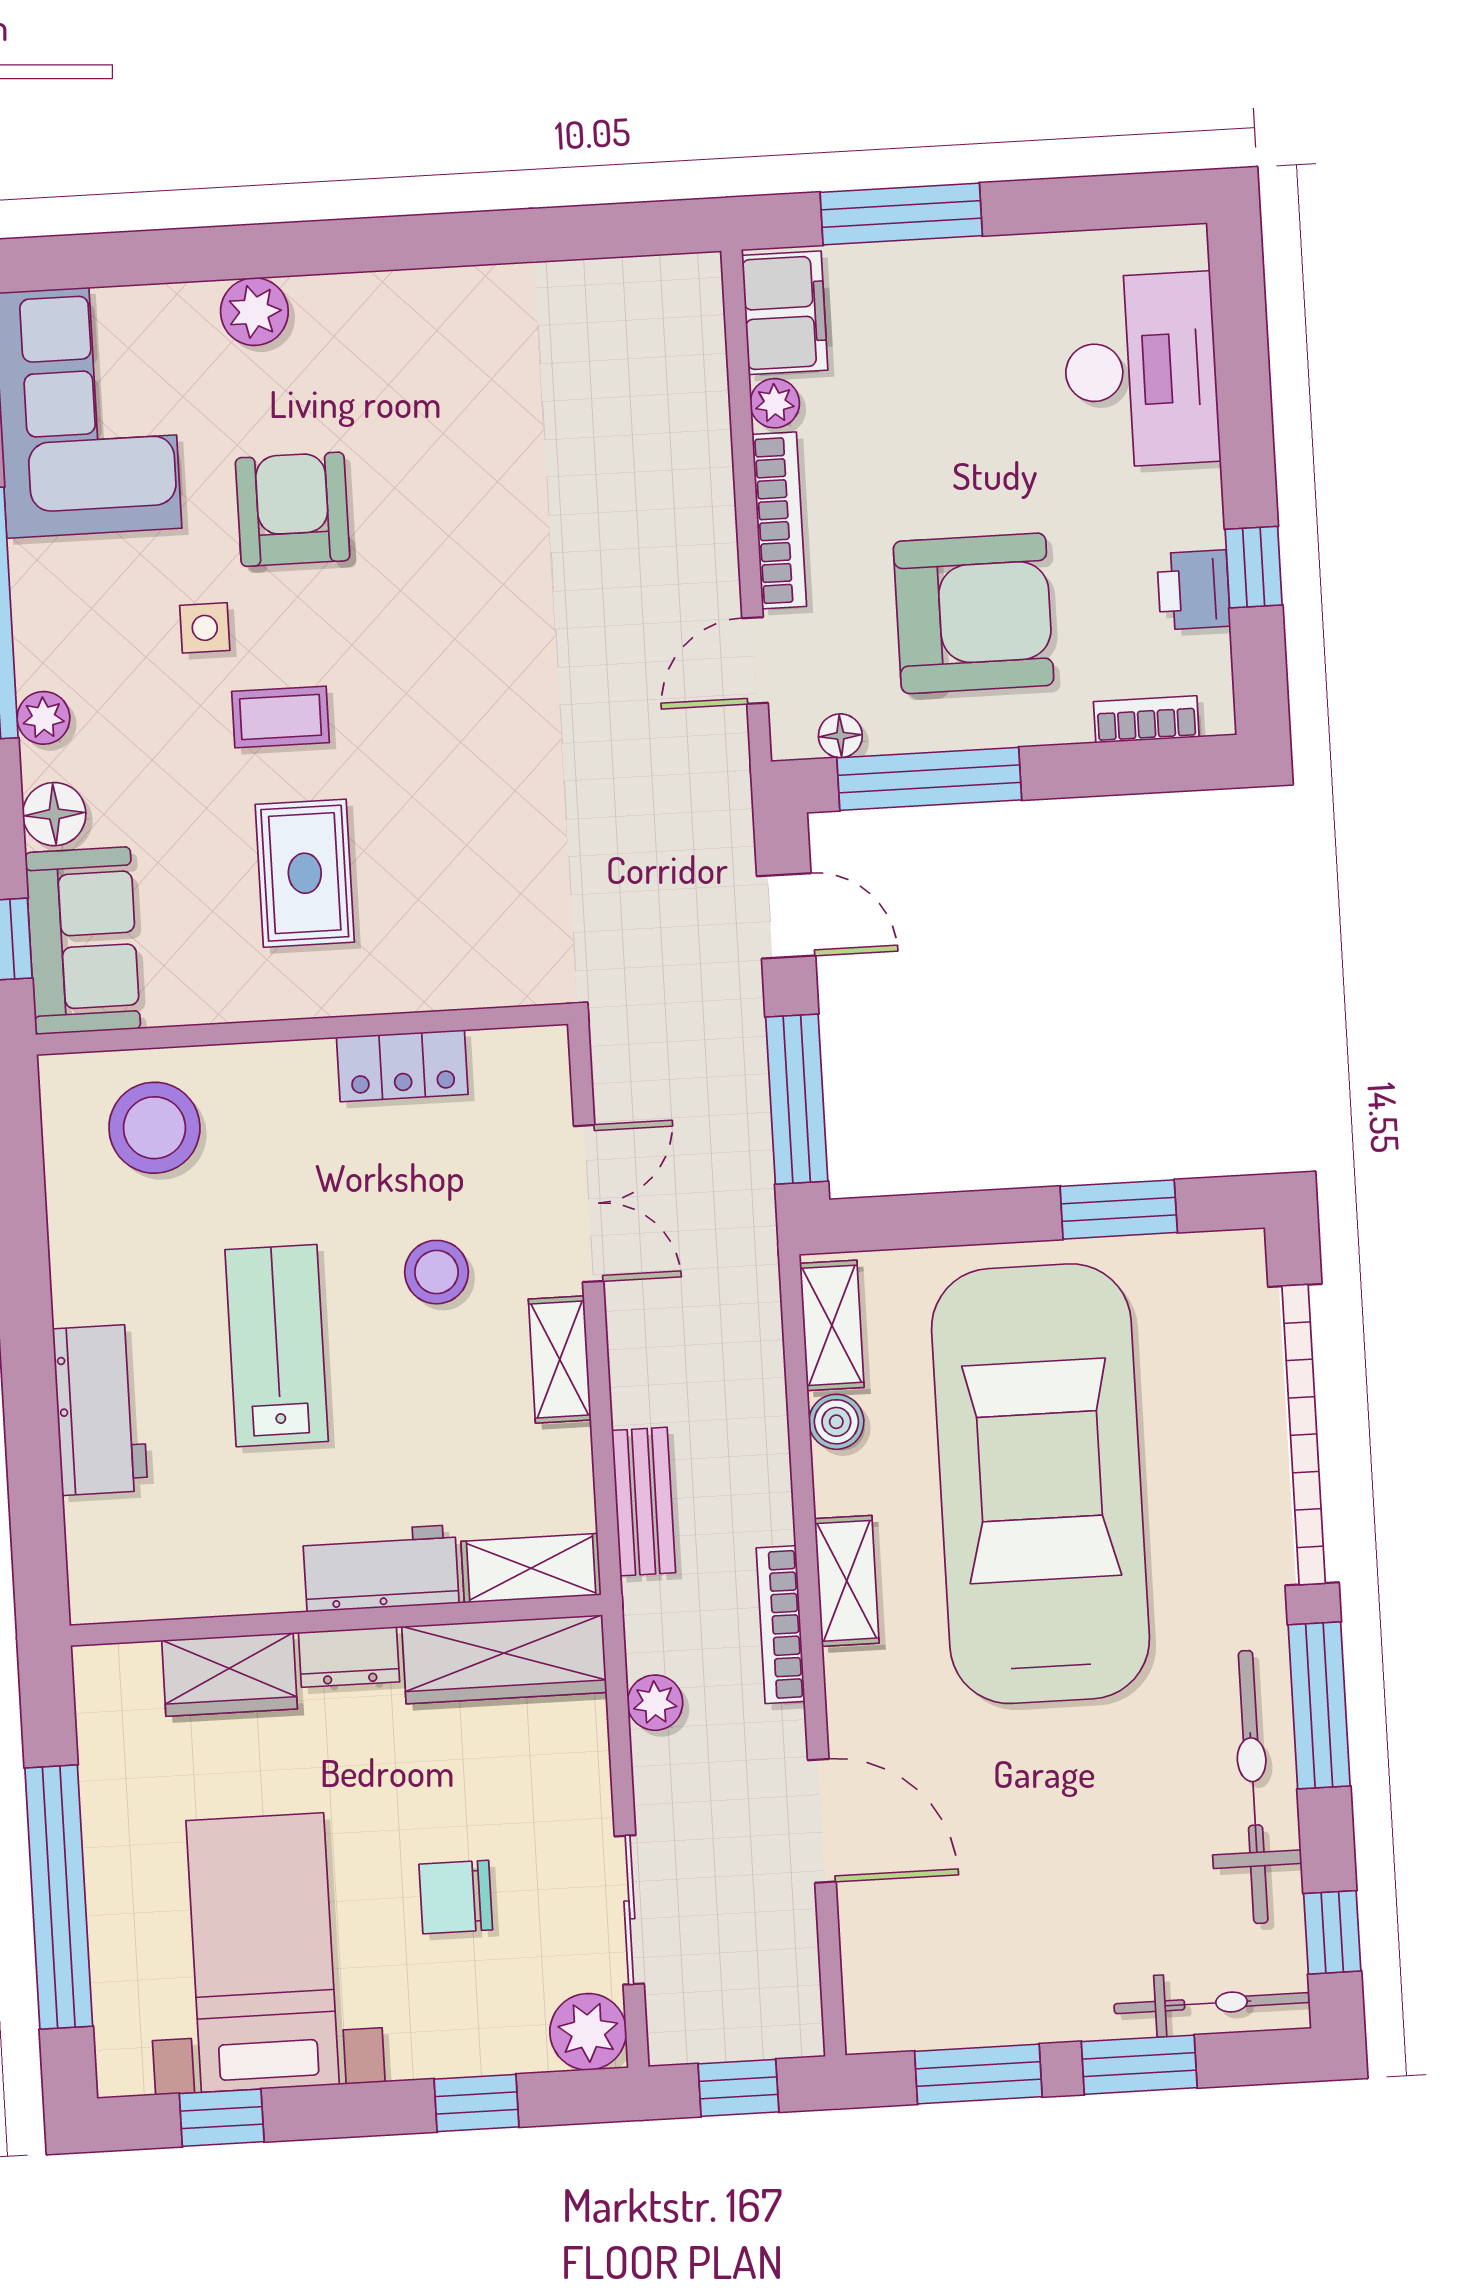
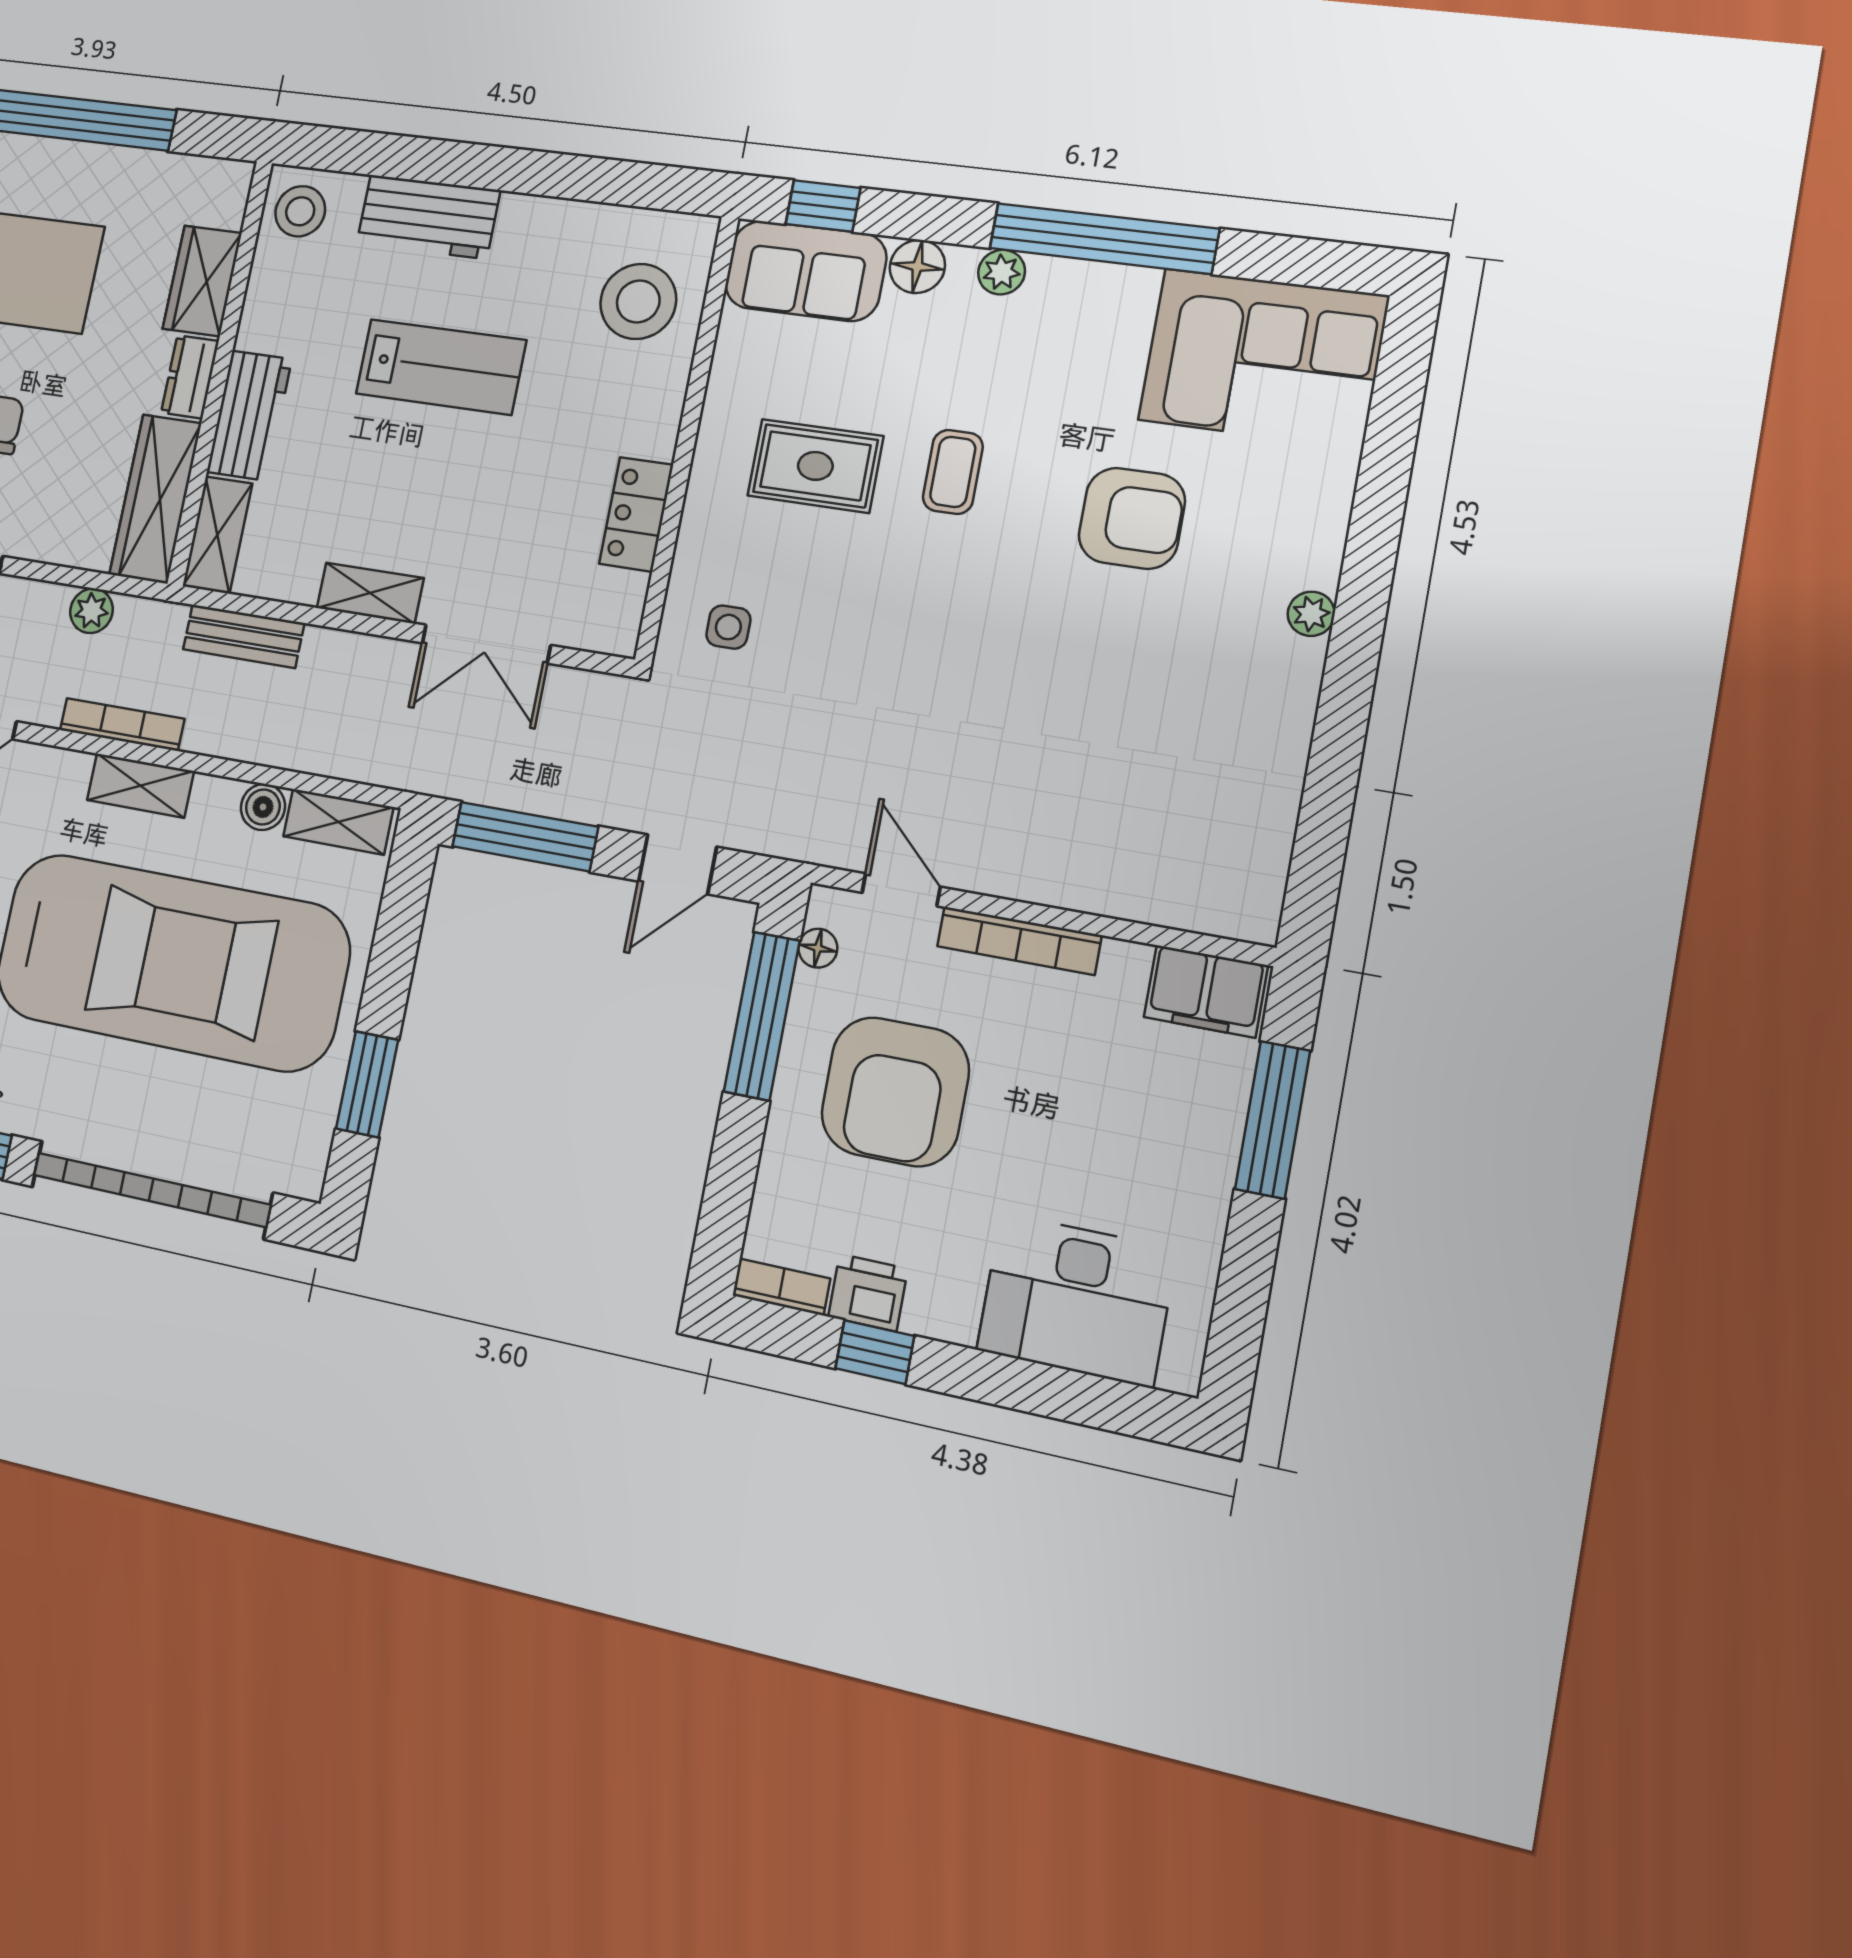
plant: (254, 312) -> (1311, 614), moved, width x0.73, depth x0.73
plant: (775, 403) -> (1125, 962), removed
side table: (205, 628) -> (728, 627), moved
bookcase: (1146, 719) -> (781, 1287), moved, turned -90
stool: (437, 1272) -> (300, 211), moved

